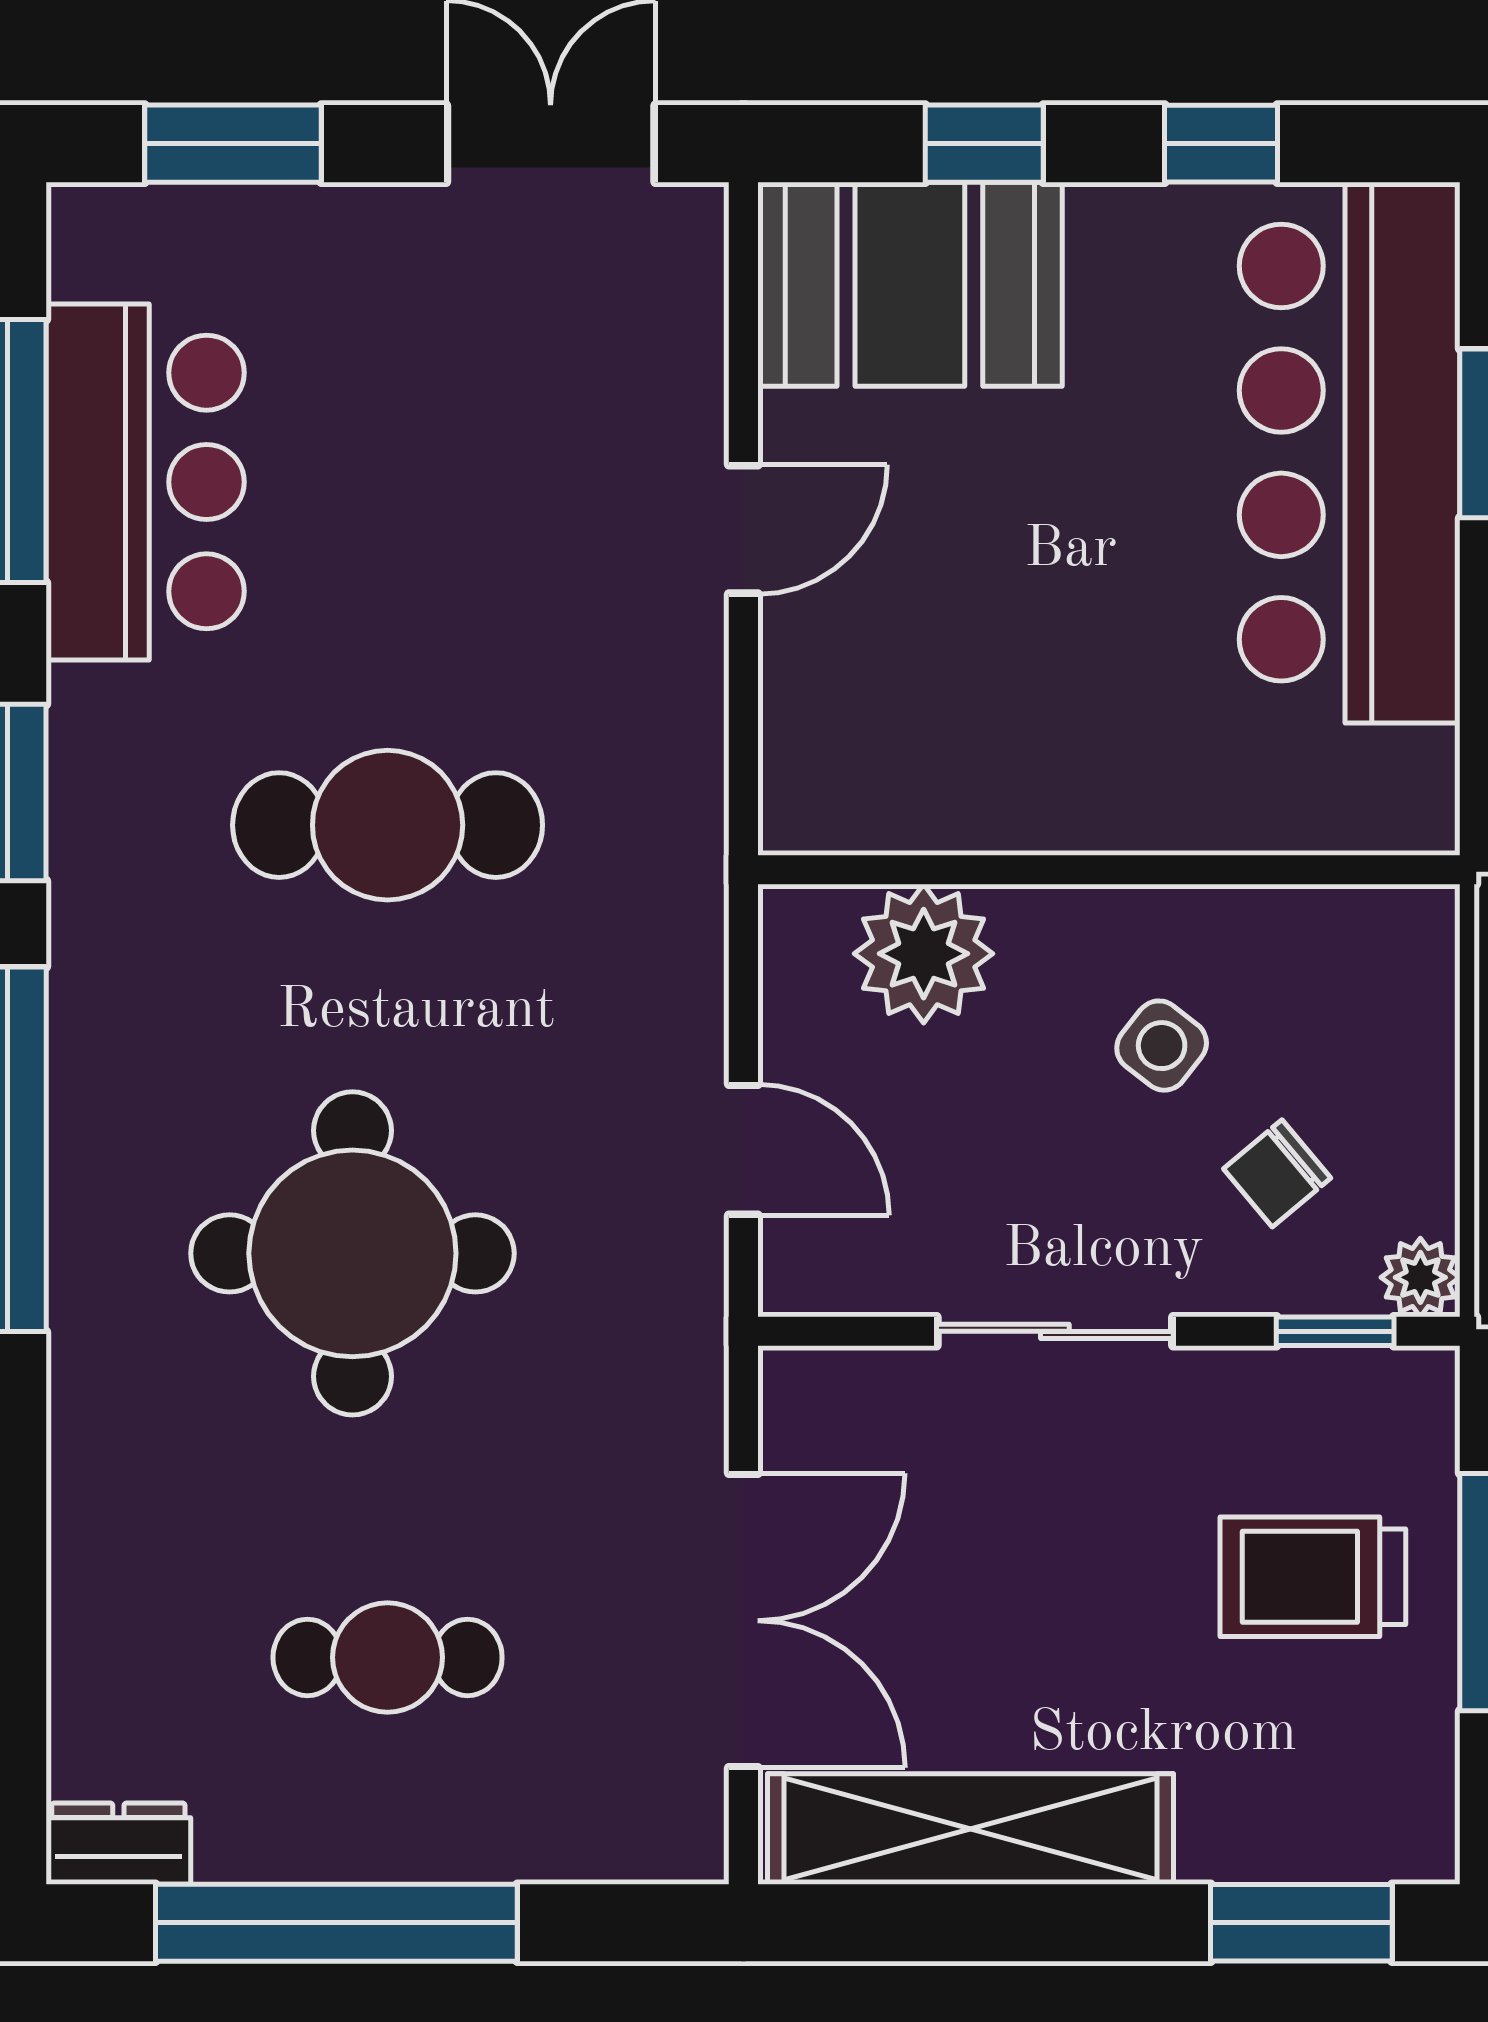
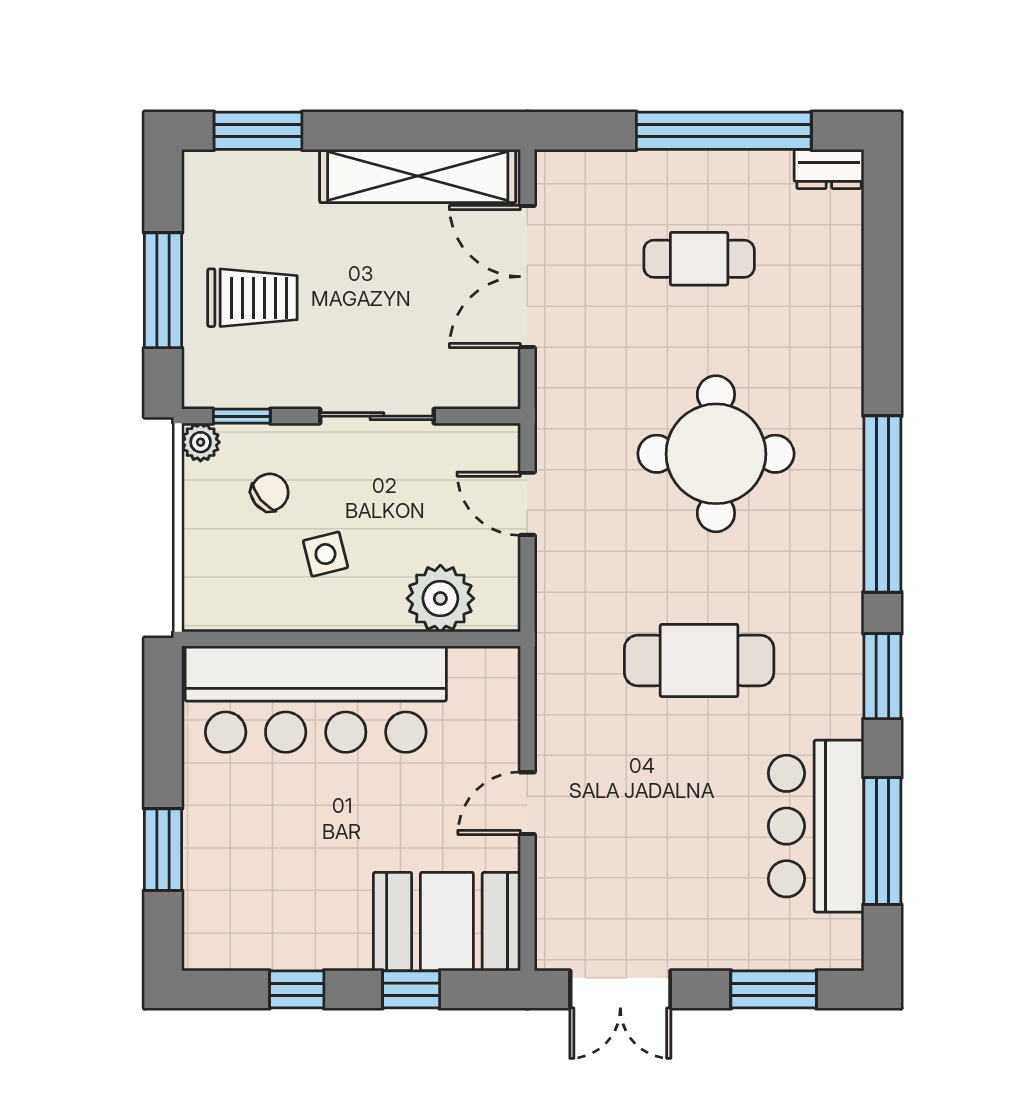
bar counter: (1350, 453) -> (316, 699), moved, turned 90
side table: (1162, 1046) -> (325, 554), turned 38

